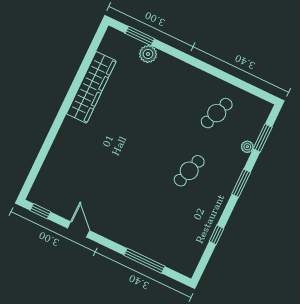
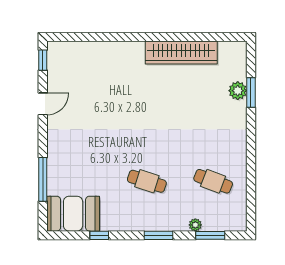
window: (140, 36) -> (251, 93), moved
booth: (187, 249) -> (73, 214), added

